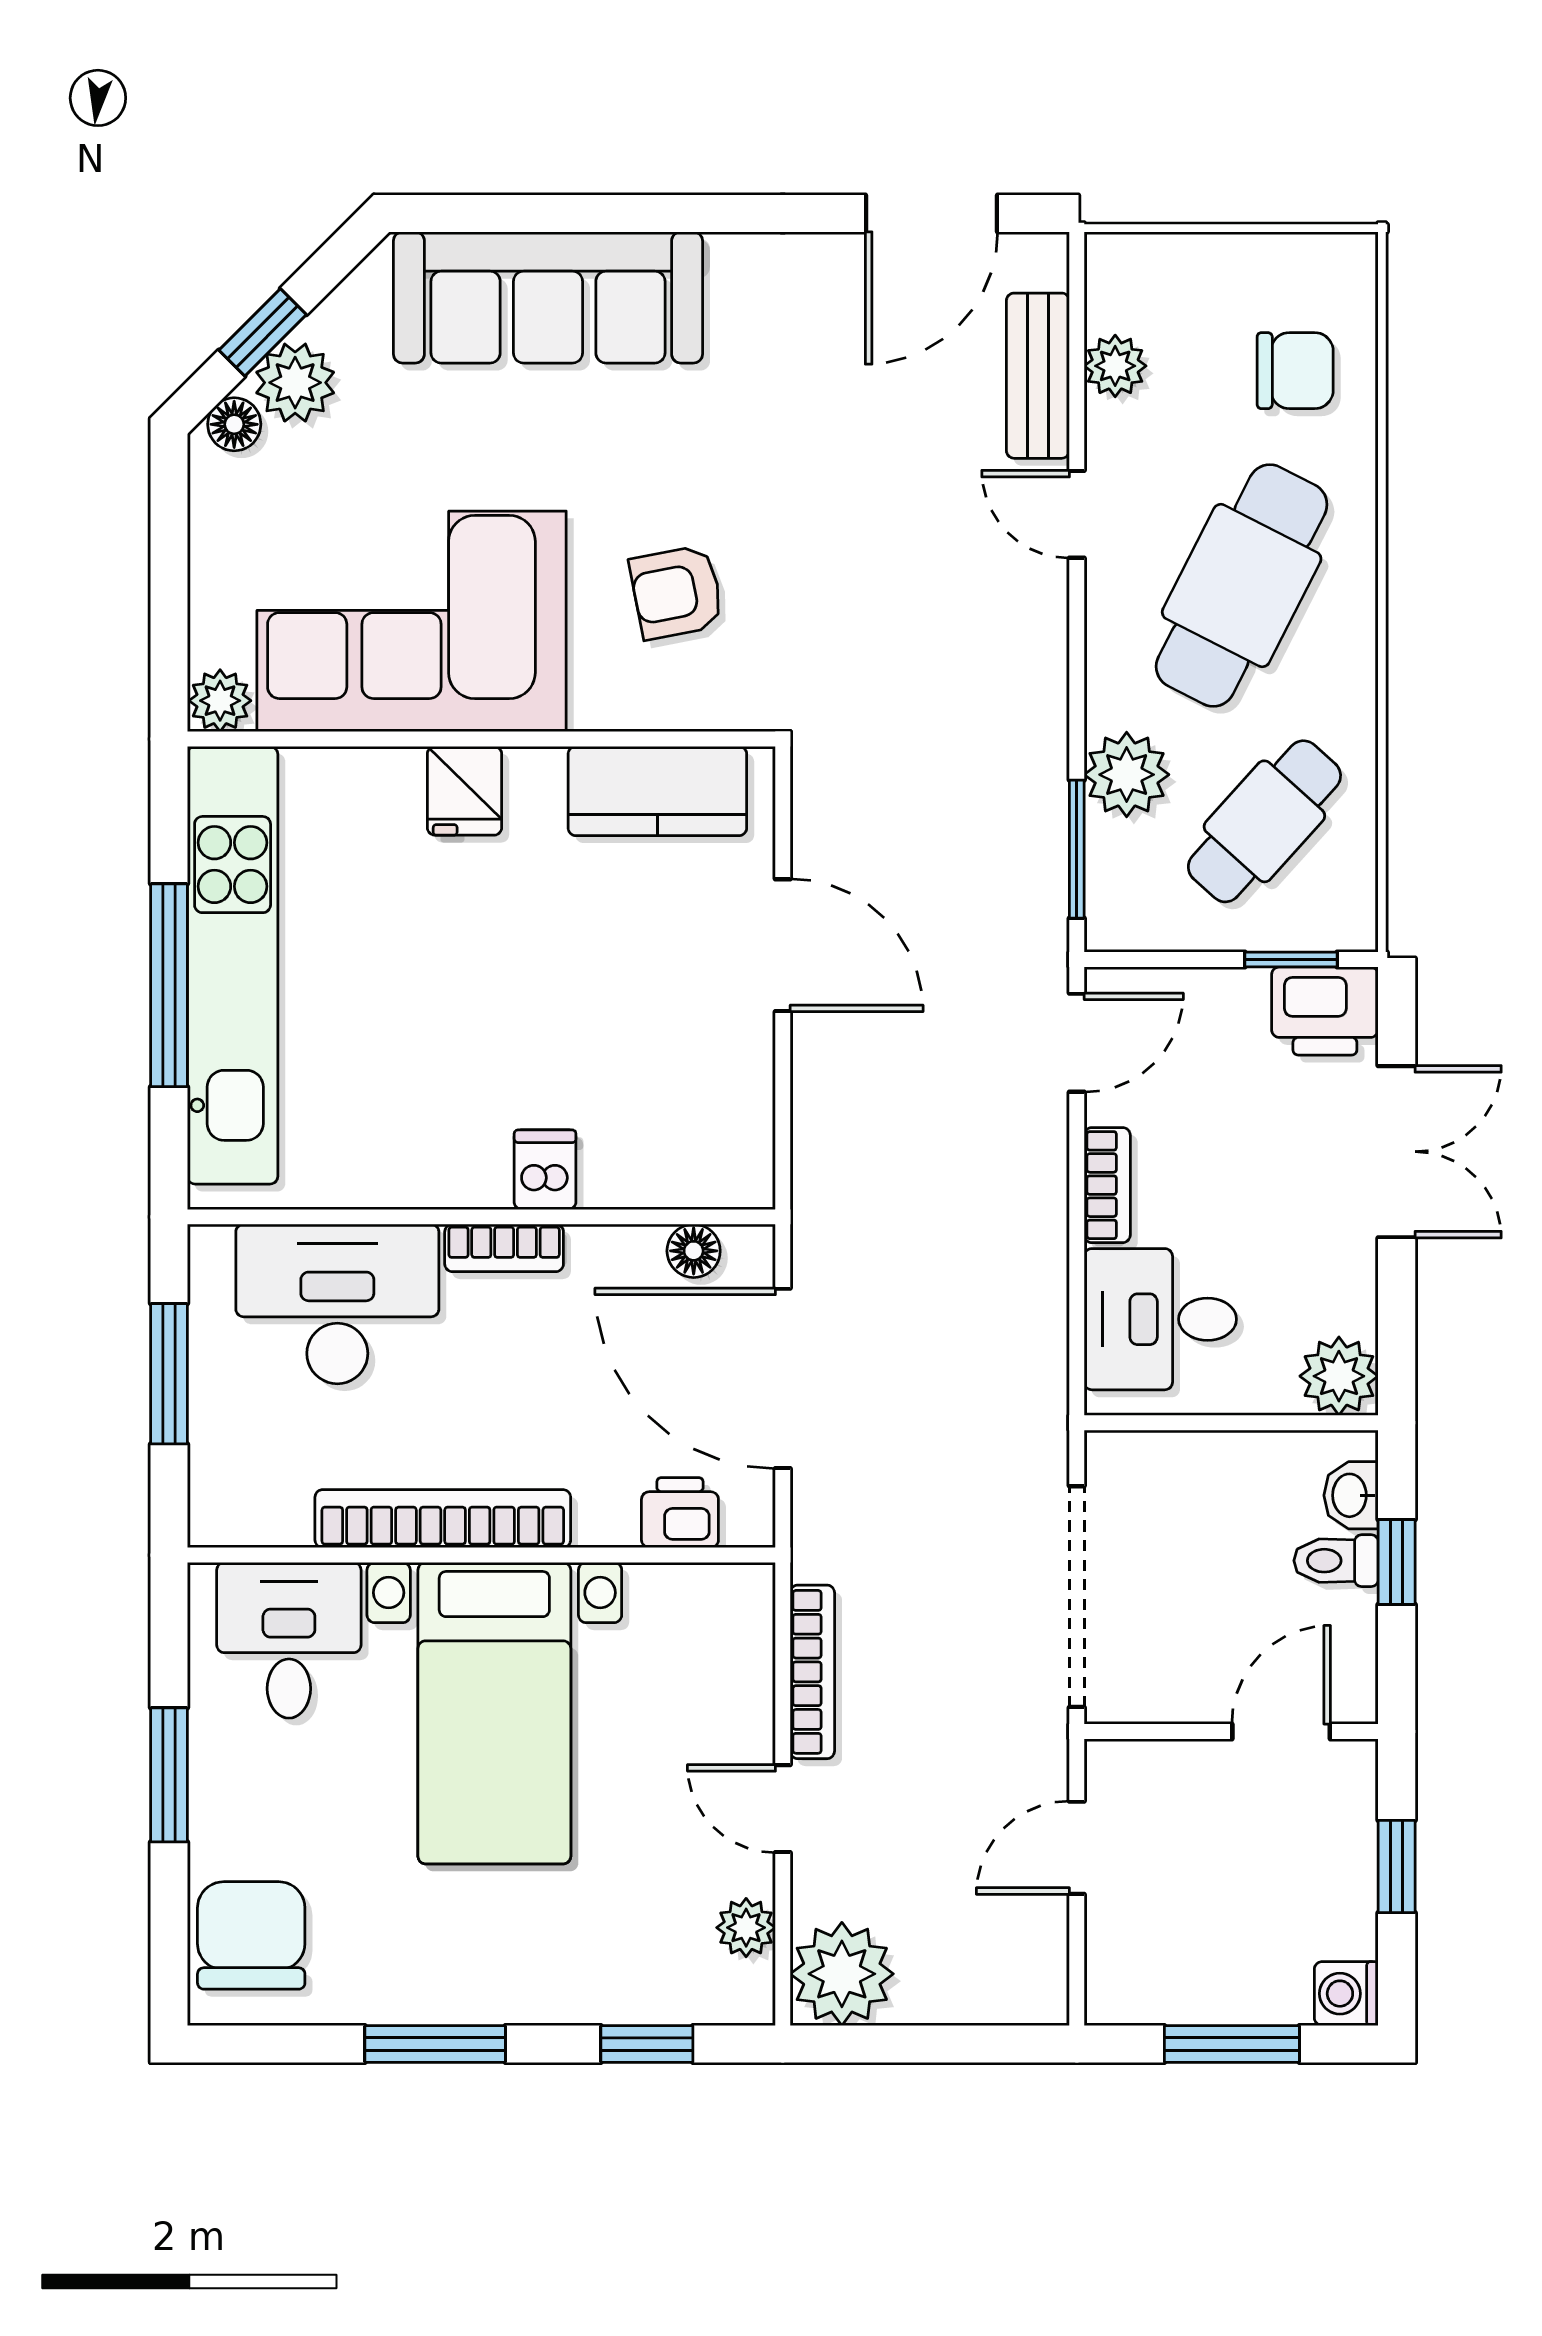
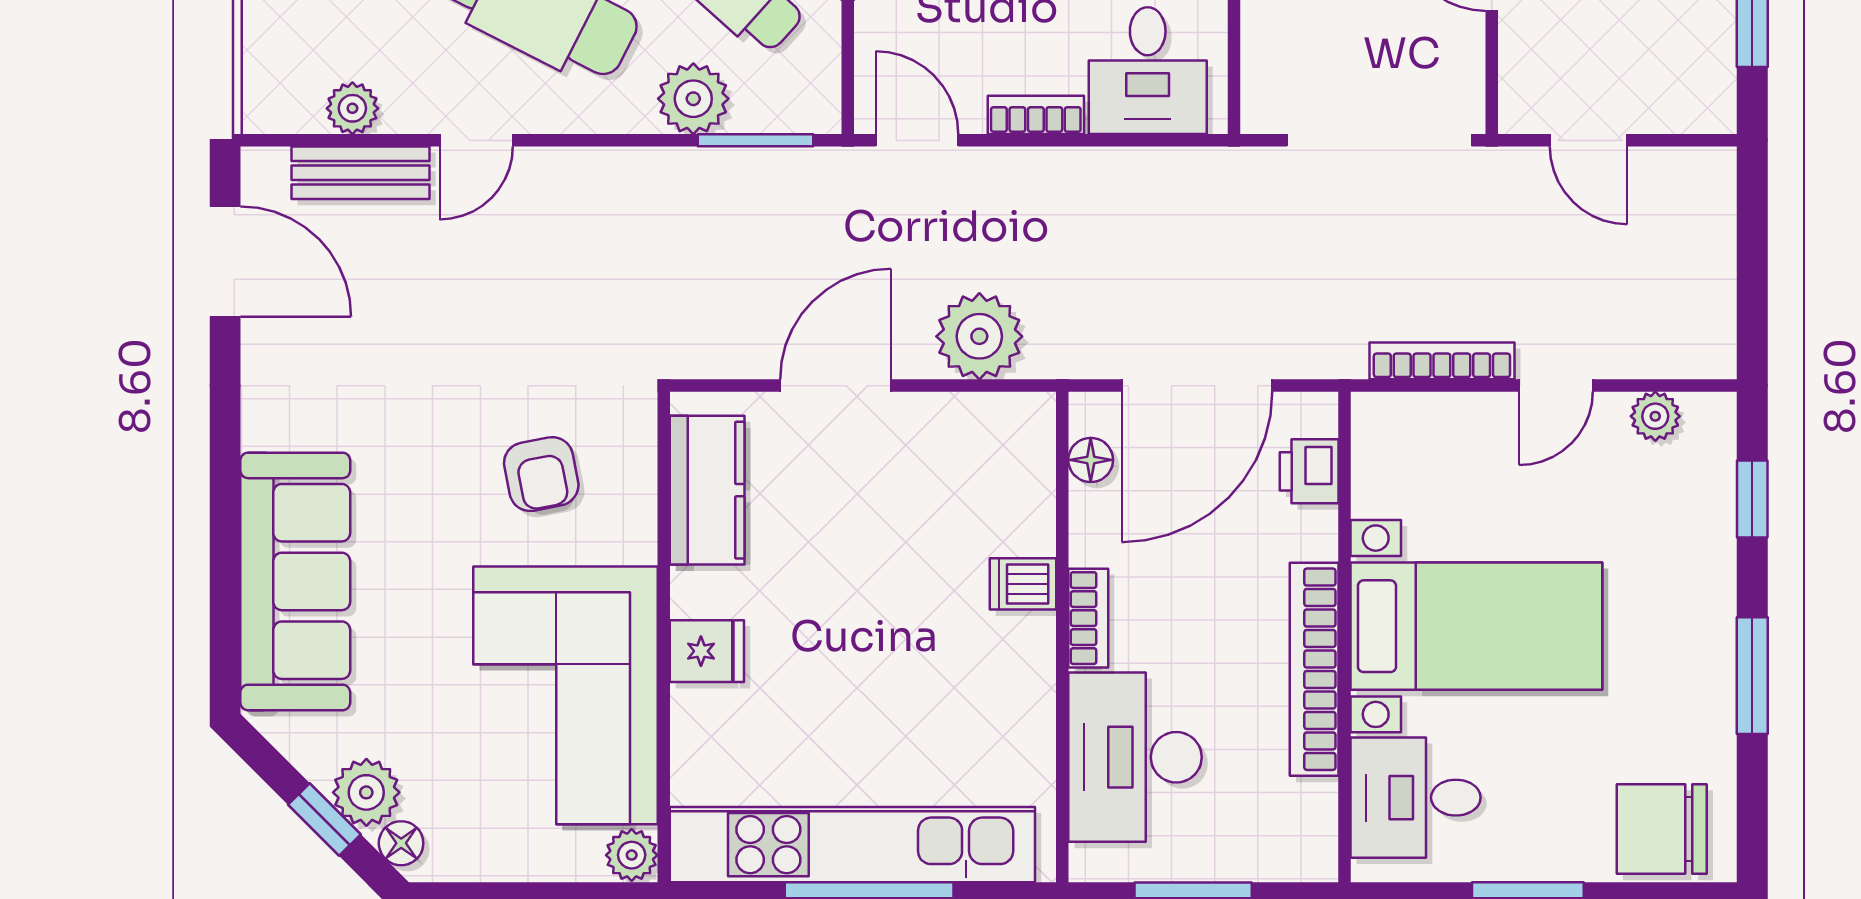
plant: (842, 1974) -> (979, 336), moved

